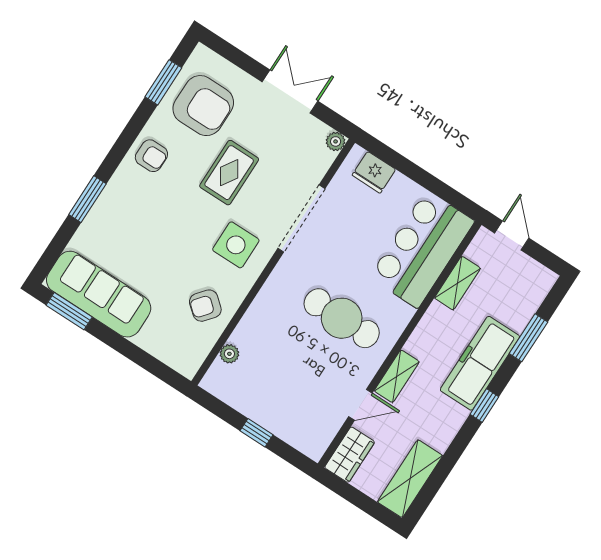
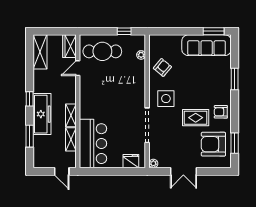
rug: (229, 173) -> (196, 118), moved, turned 90
cafe table: (342, 318) -> (102, 51), moved
shelving: (397, 376) -> (71, 115), moved
window: (257, 433) -> (124, 31), moved

